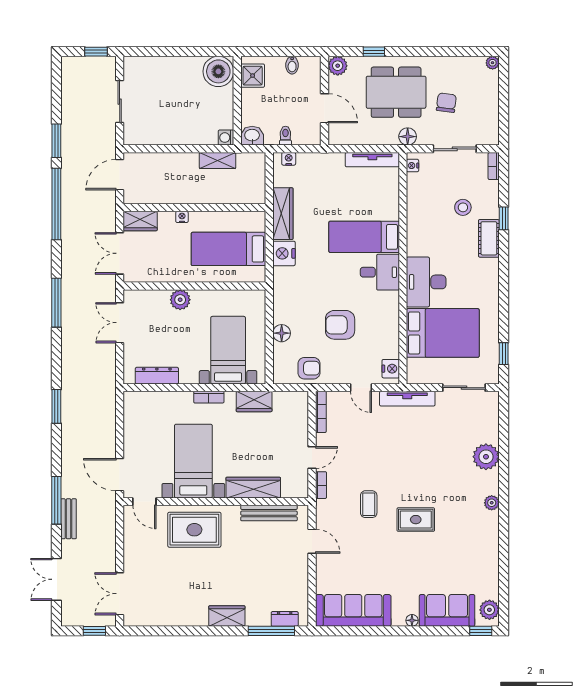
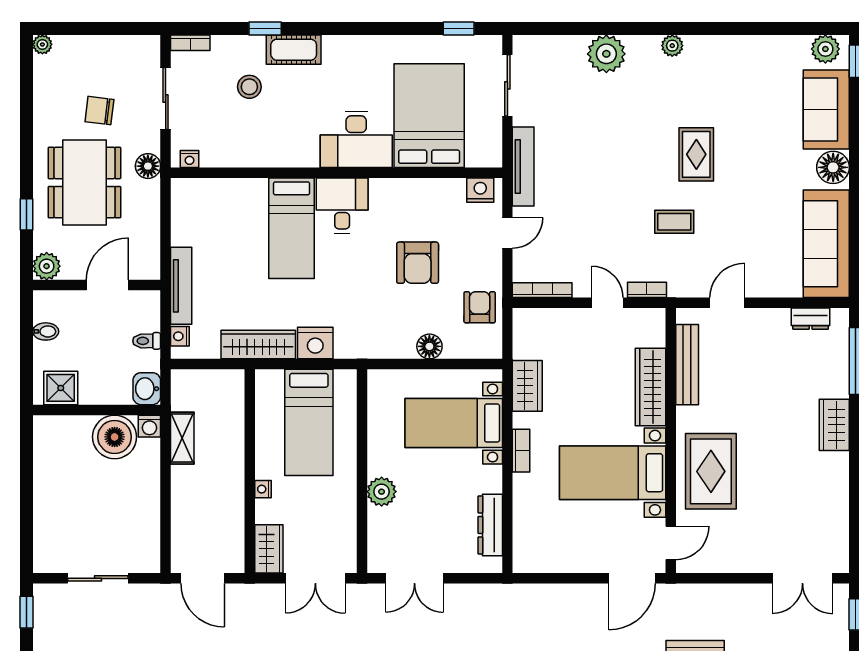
boiler: (218, 71) -> (115, 437), moved
tv unit: (372, 160) -> (181, 286), moved
dresser: (285, 619) -> (811, 319), moved, turned -90
floor lamp: (412, 620) -> (833, 167), width x1.89, depth x1.89

